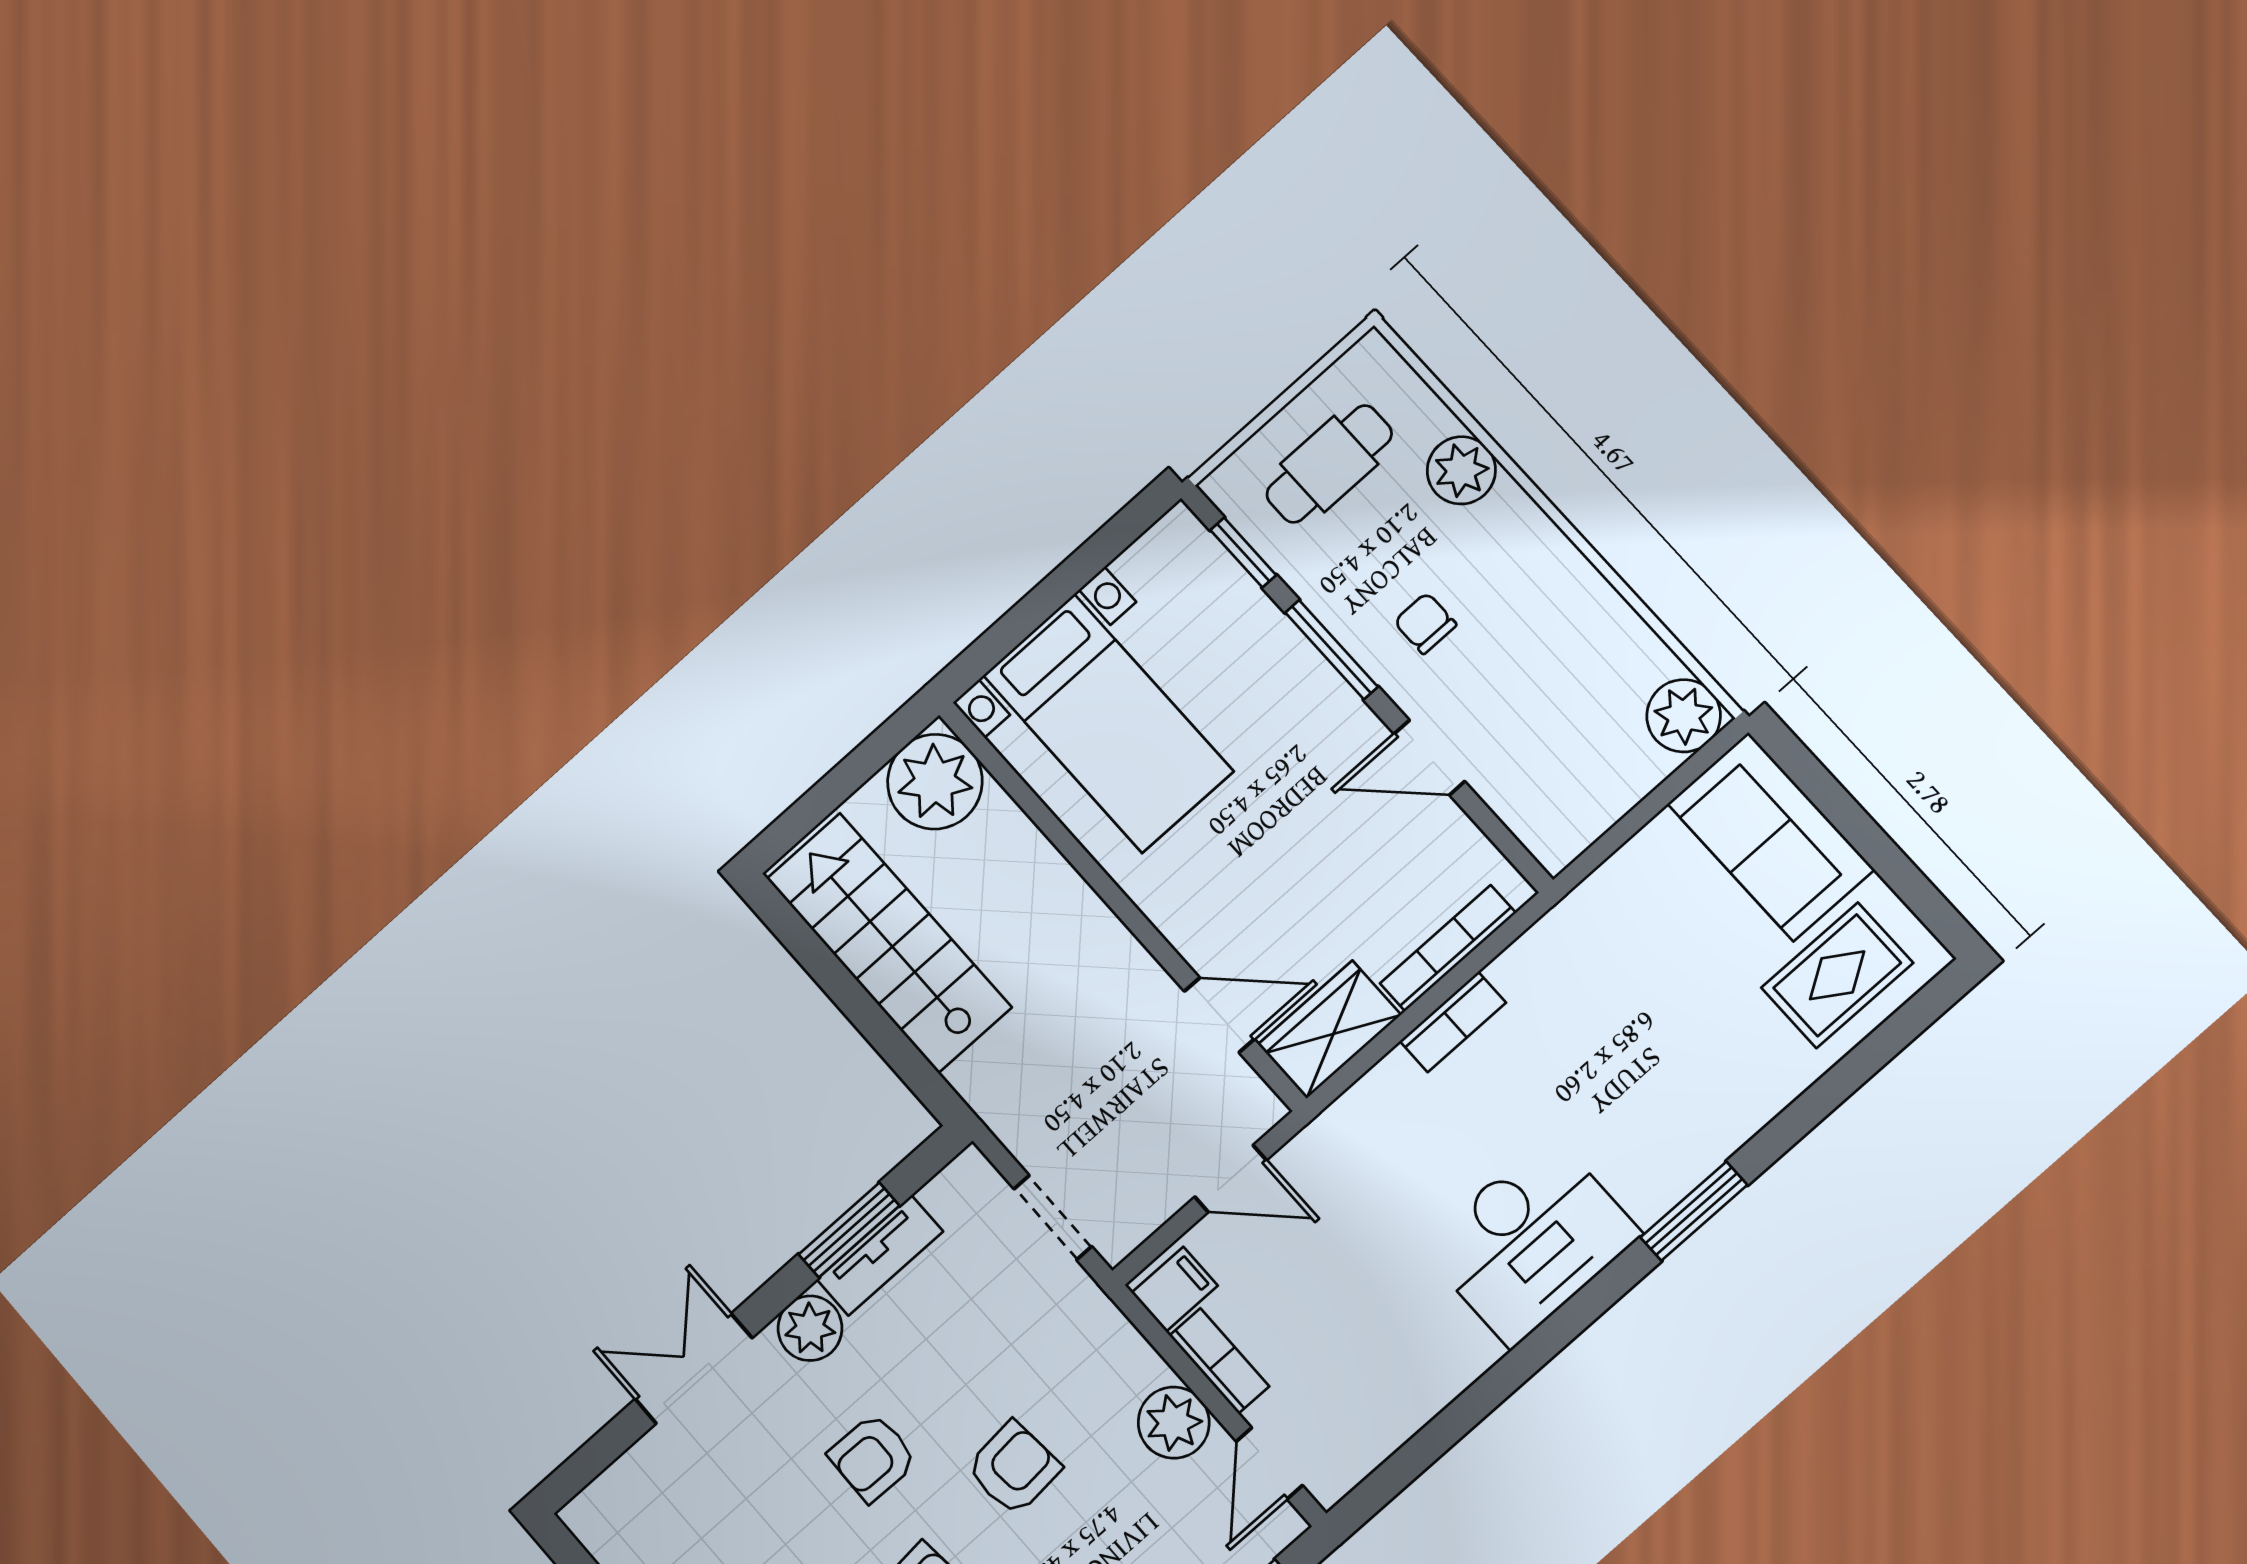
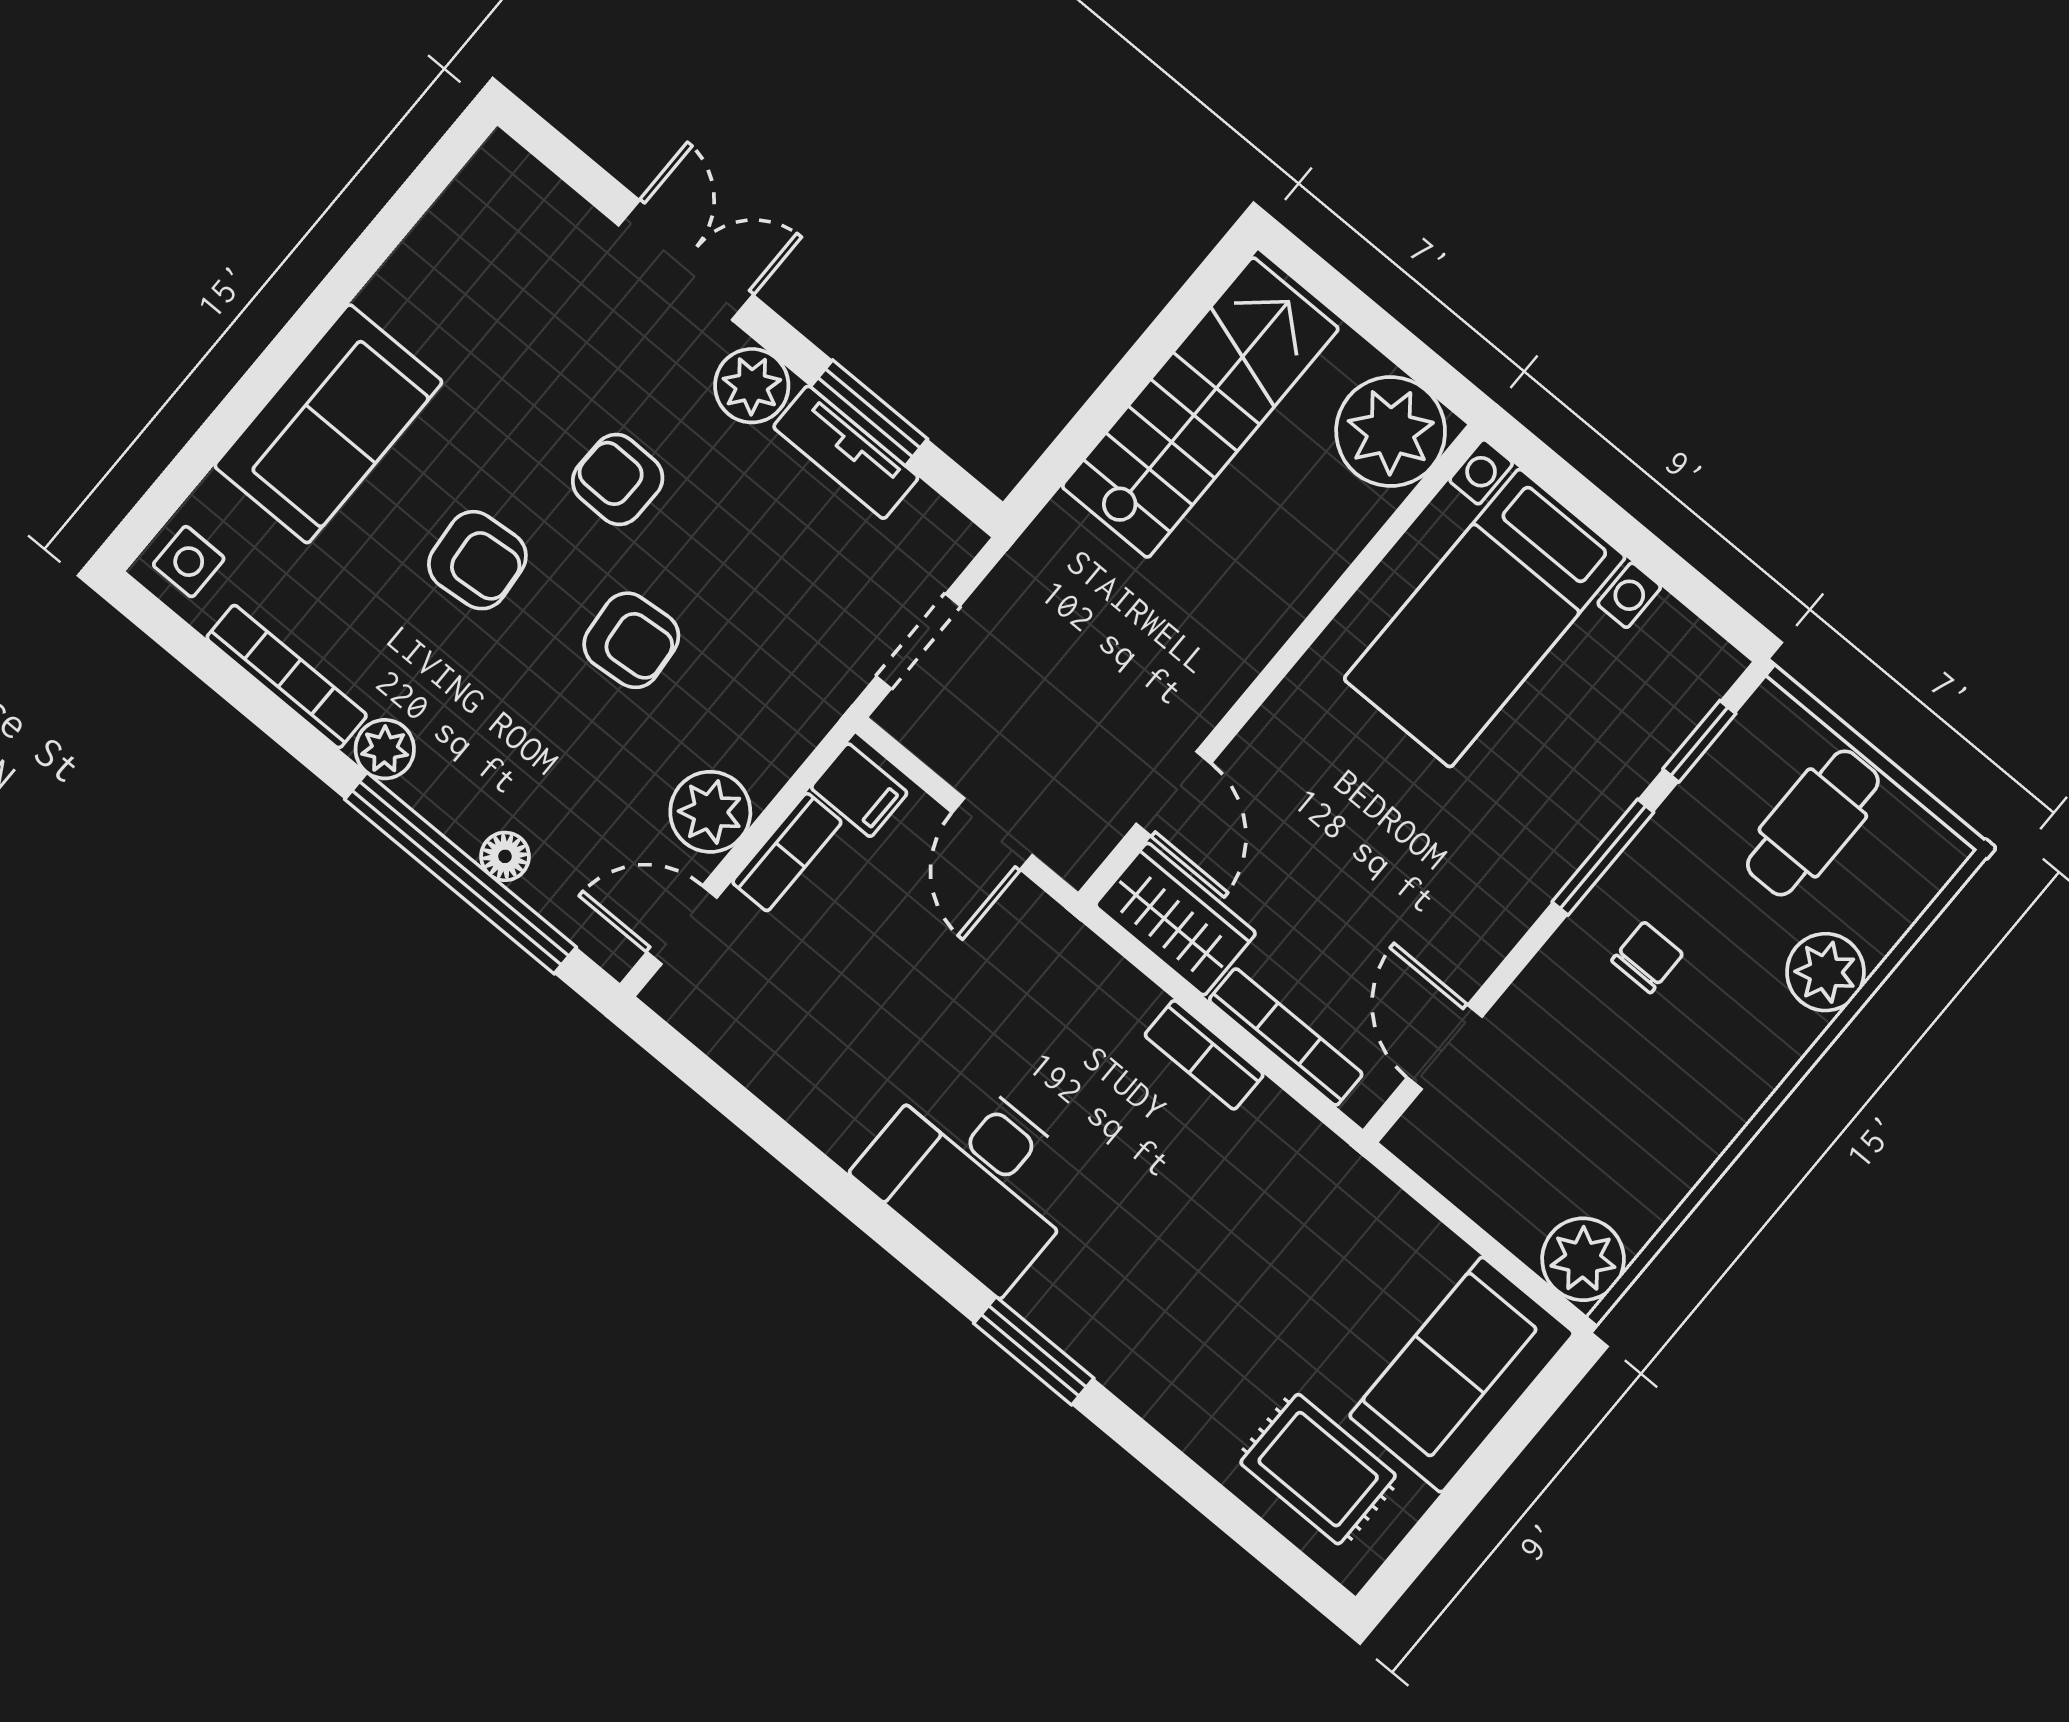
cafe table: (1329, 464) -> (1813, 823), turned 90
door: (1429, 758) -> (1445, 1047), moved

